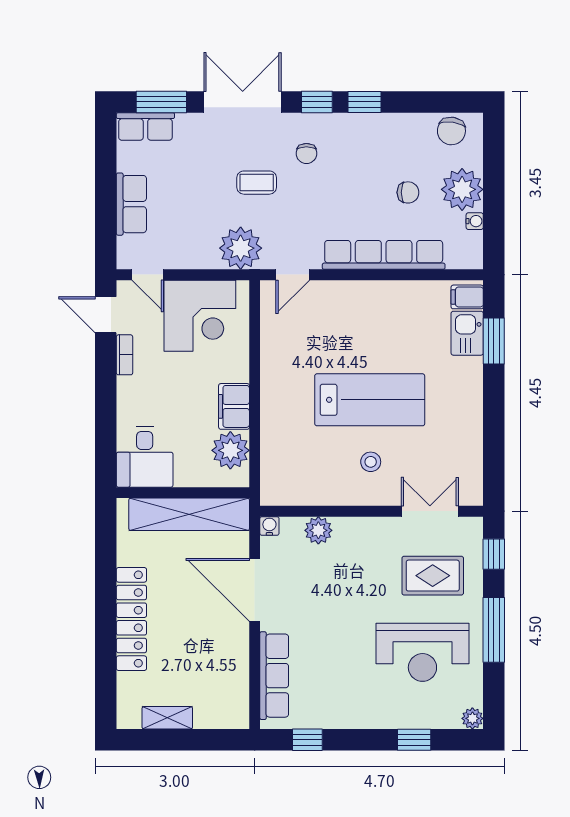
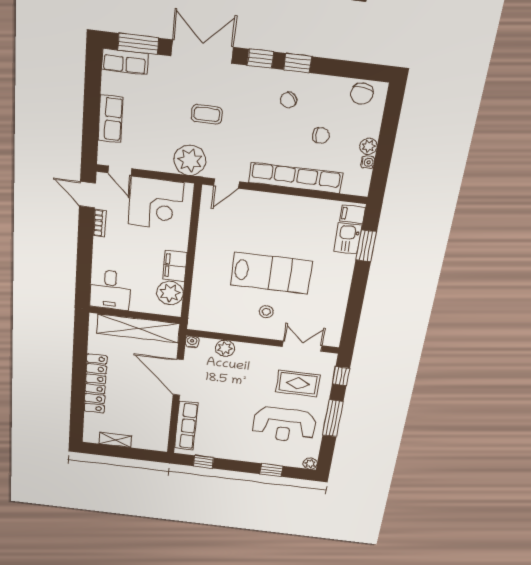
chair: (306, 153) -> (289, 100), moved, turned 51
plant: (462, 189) -> (368, 146), width x0.53, depth x0.53

